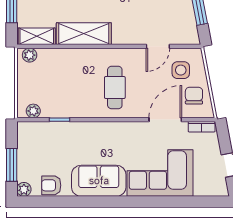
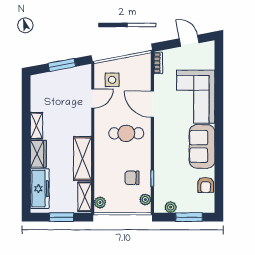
door: (158, 46) -> (93, 98), hinge flipped
chair: (194, 96) -> (132, 178), moved
door: (165, 120) -> (152, 104), moved
plant: (24, 189) -> (171, 207), moved

